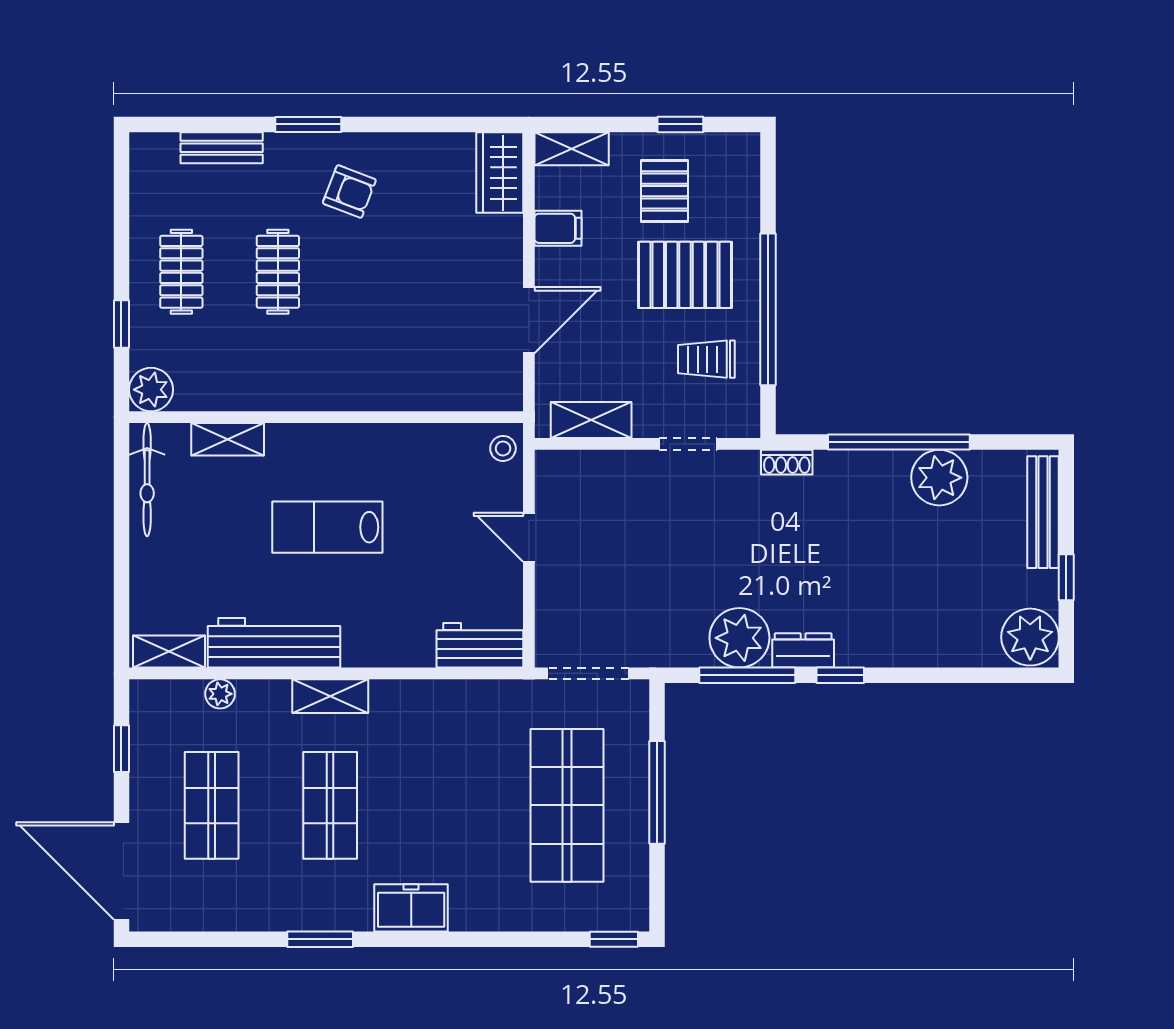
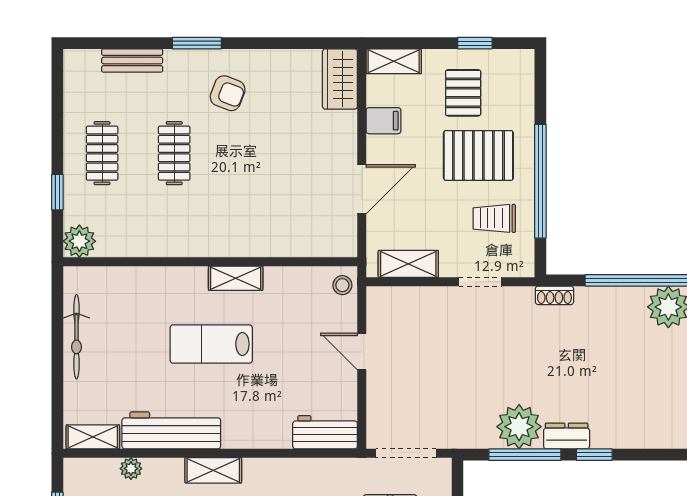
shelving: (228, 439) -> (236, 278), moved
bicycle: (147, 480) -> (76, 337), moved

